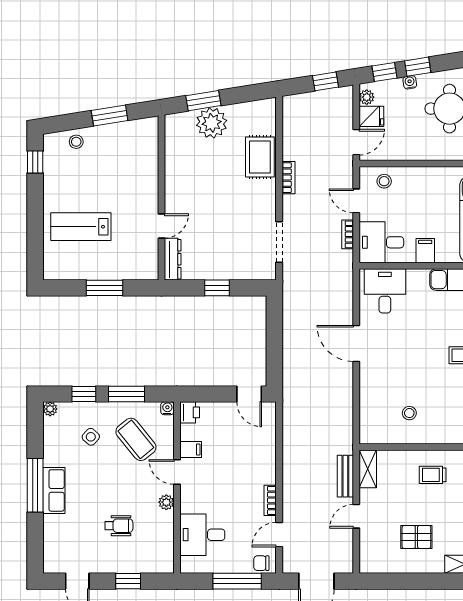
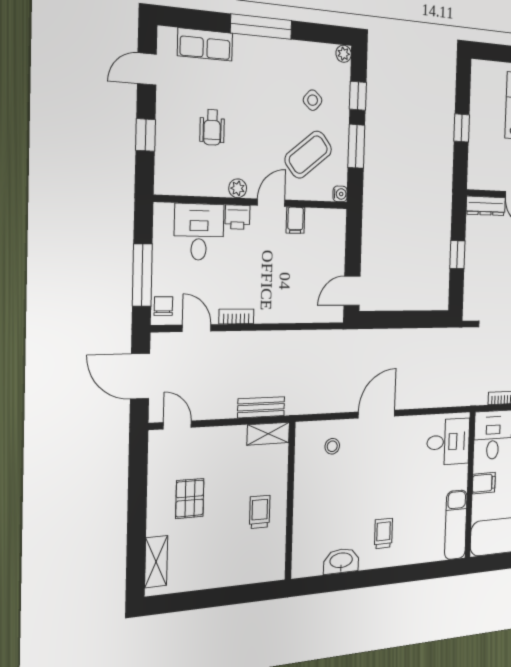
window: (105, 288) -> (462, 128), width x0.67
door: (356, 344) -> (377, 414), moved
printer: (190, 412) -> (238, 217), moved
stool: (409, 413) -> (332, 446), moved
row of seats: (54, 490) -> (205, 44), moved
door: (356, 516) -> (177, 425), moved

